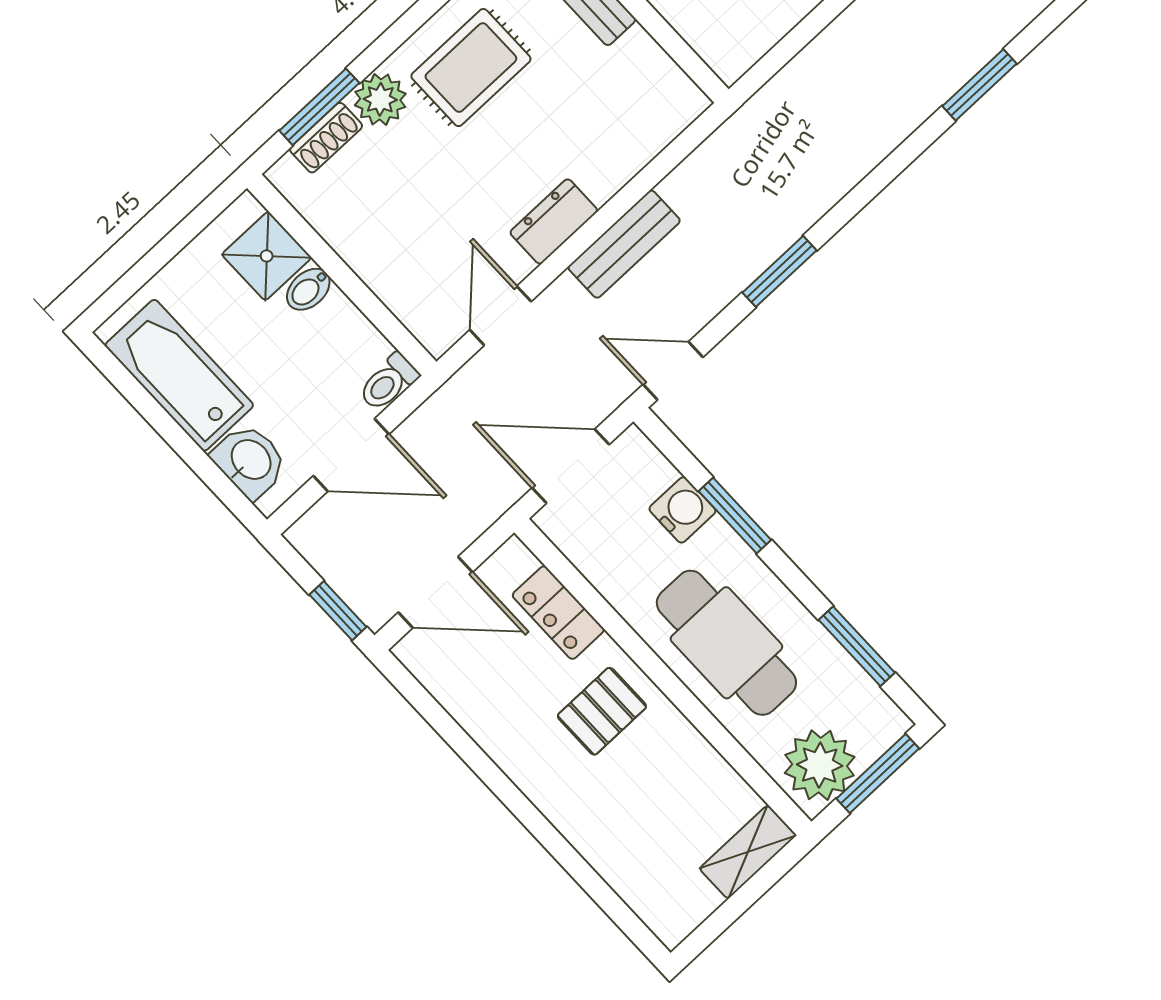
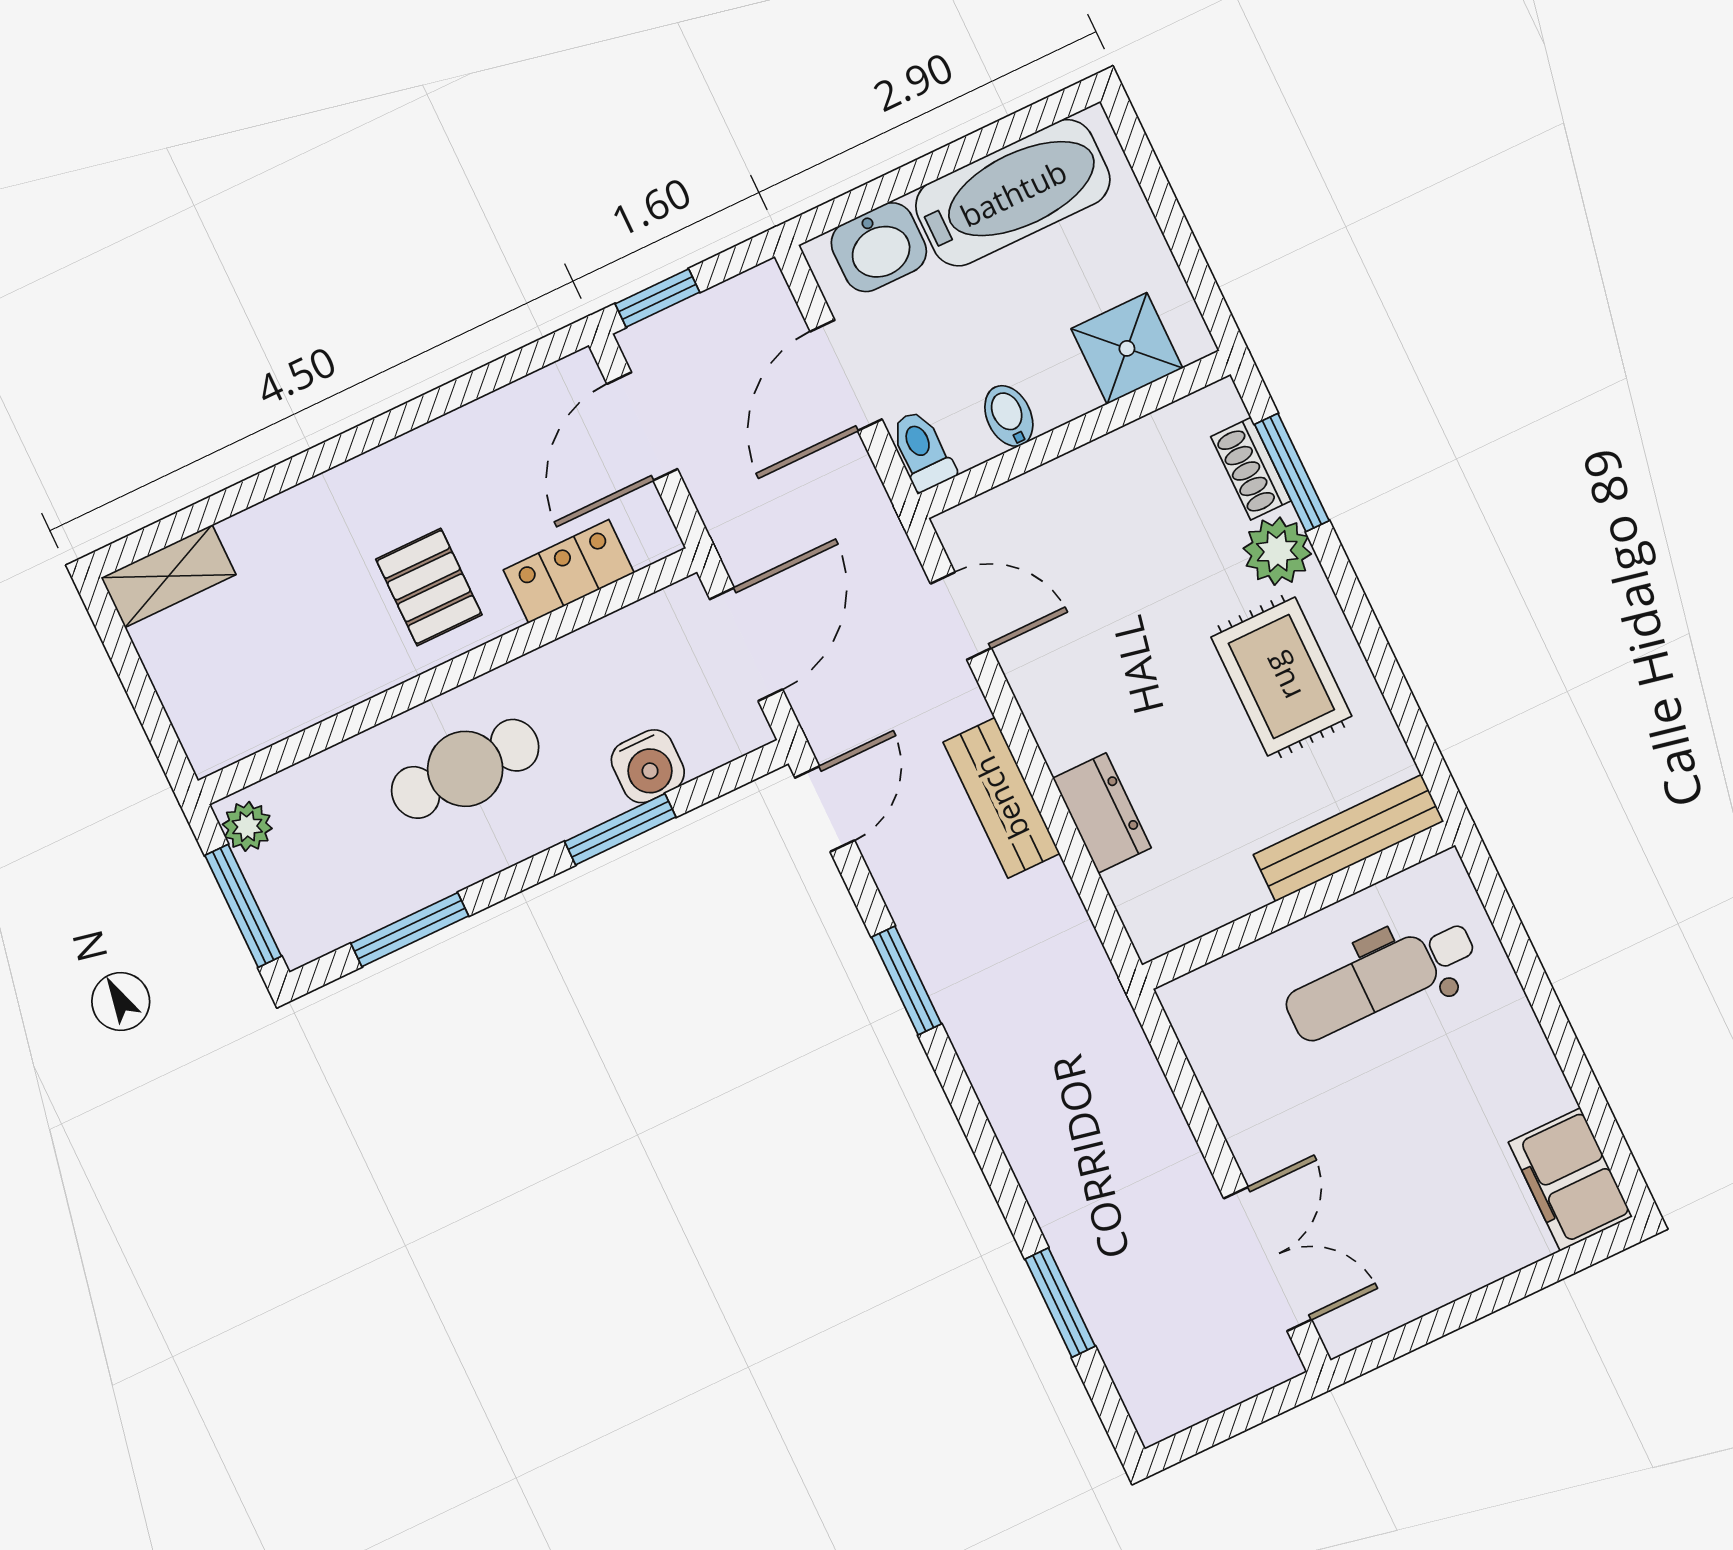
dresser: (554, 221) -> (1102, 813), moved
bidet: (308, 289) -> (1009, 416), moved
cafe table: (726, 643) -> (465, 769), width x0.73, depth x0.74
plant: (820, 765) -> (247, 826), width x0.53, depth x0.53
shelving: (748, 852) -> (168, 576), moved, turned 90

